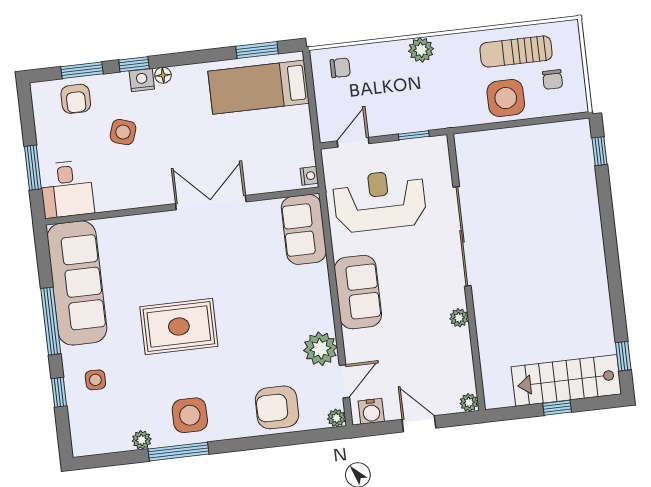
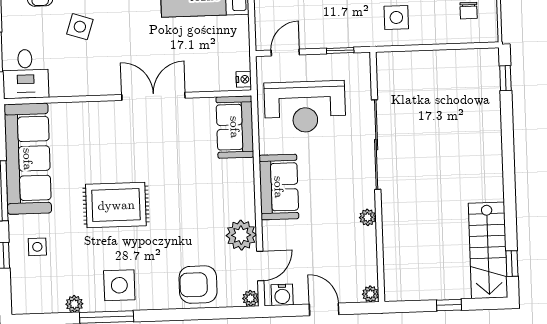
side table: (506, 98) -> (396, 17), moved, width x0.73, depth x0.73
reception desk: (380, 201) -> (305, 107), turned 180
stairs: (566, 380) -> (488, 250), moved, turned -90

